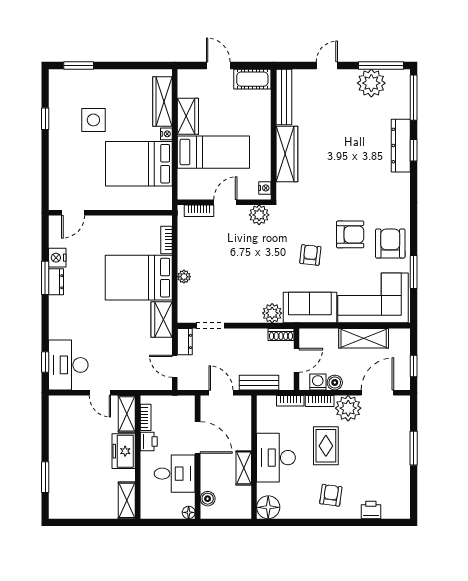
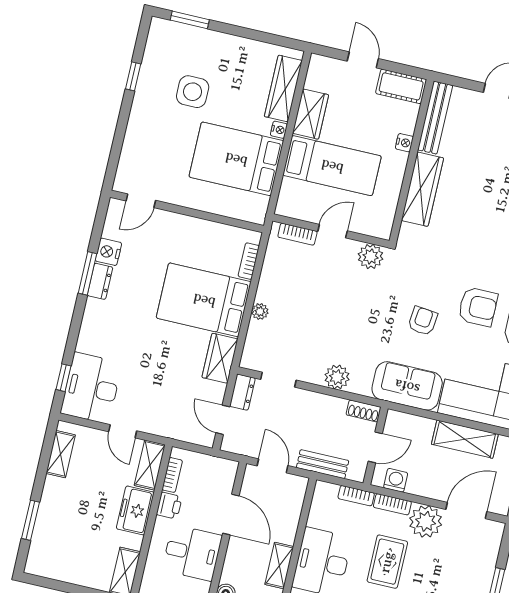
nightstand: (265, 188) -> (404, 143), moved
plant: (272, 313) -> (337, 377), moved
boiler: (335, 383) -> (416, 486), removed
shelving: (56, 421) -> (61, 454), added

